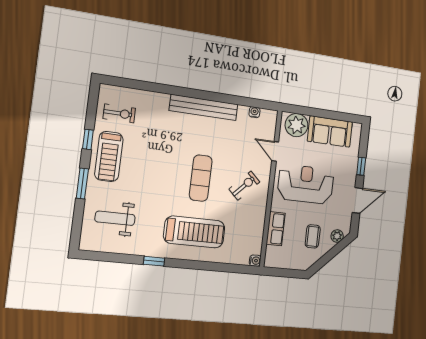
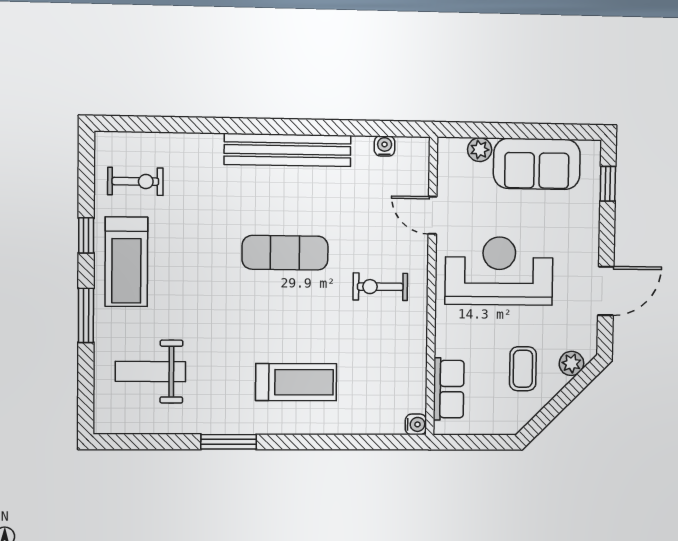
plant: (297, 125) -> (480, 150), width x0.53, depth x0.53
window: (361, 166) -> (608, 184), moved
exercise mat: (201, 178) -> (285, 253), moved, turned 90
exercise bike: (244, 186) -> (380, 287), turned -134
row of seats: (276, 229) -> (449, 389), moved
treadmill: (194, 232) -> (296, 382), width x0.73, depth x0.73
window: (154, 261) -> (229, 442), width x1.50

